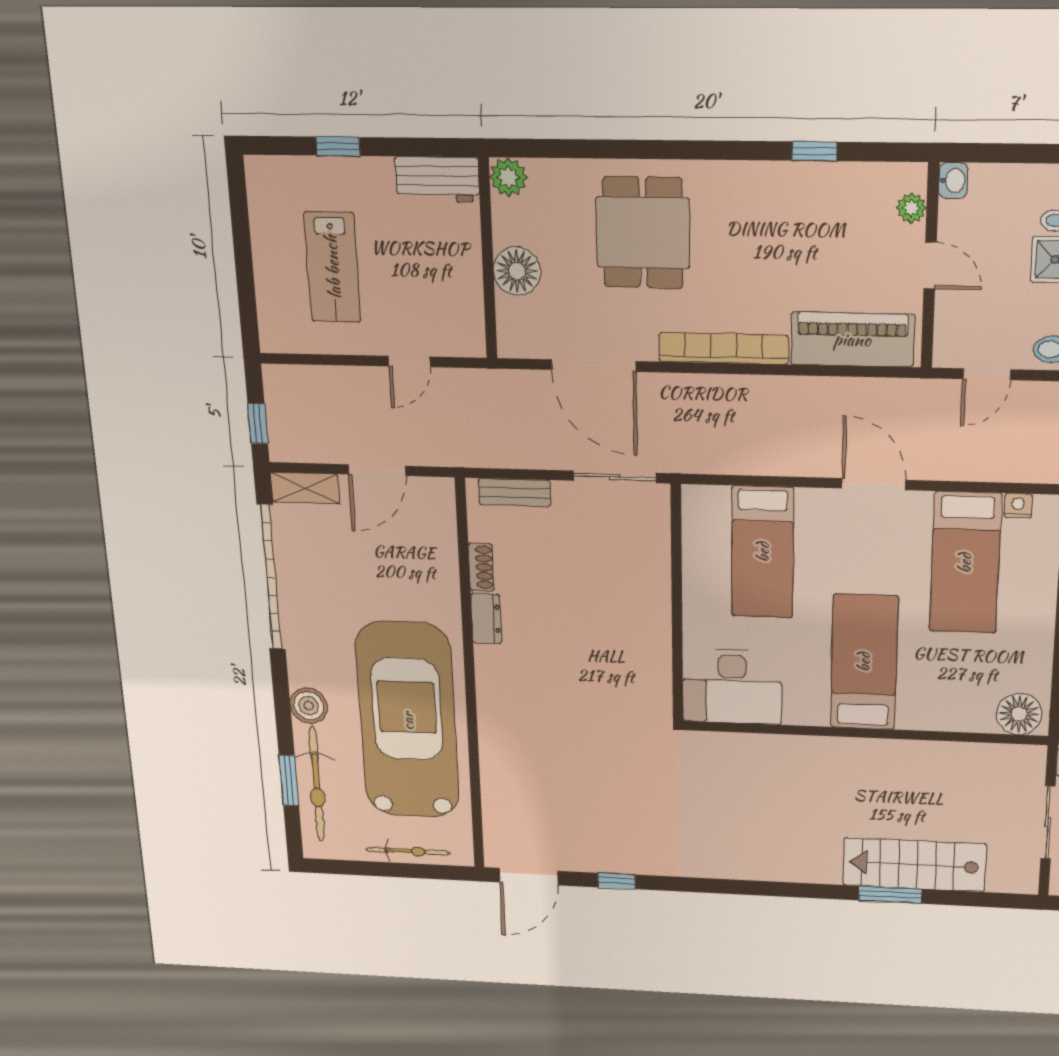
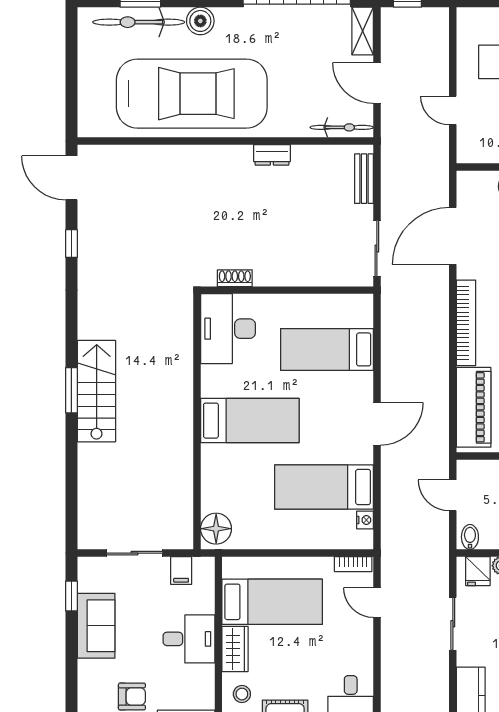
shoe rack: (481, 567) -> (235, 278), moved, turned 180
bicycle: (408, 851) -> (342, 127), moved, turned -90
stairs: (914, 865) -> (97, 391), moved
window: (890, 895) -> (71, 390), moved

